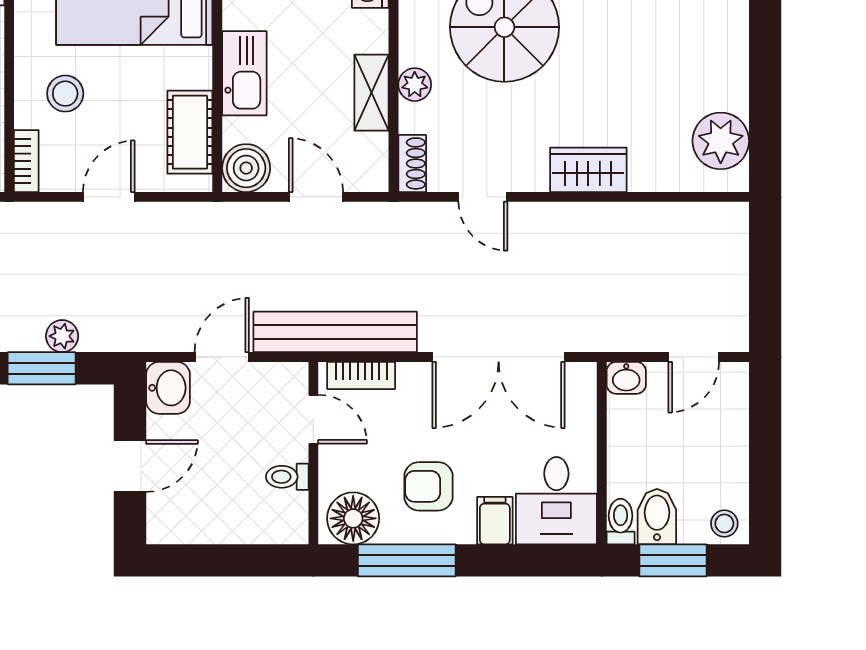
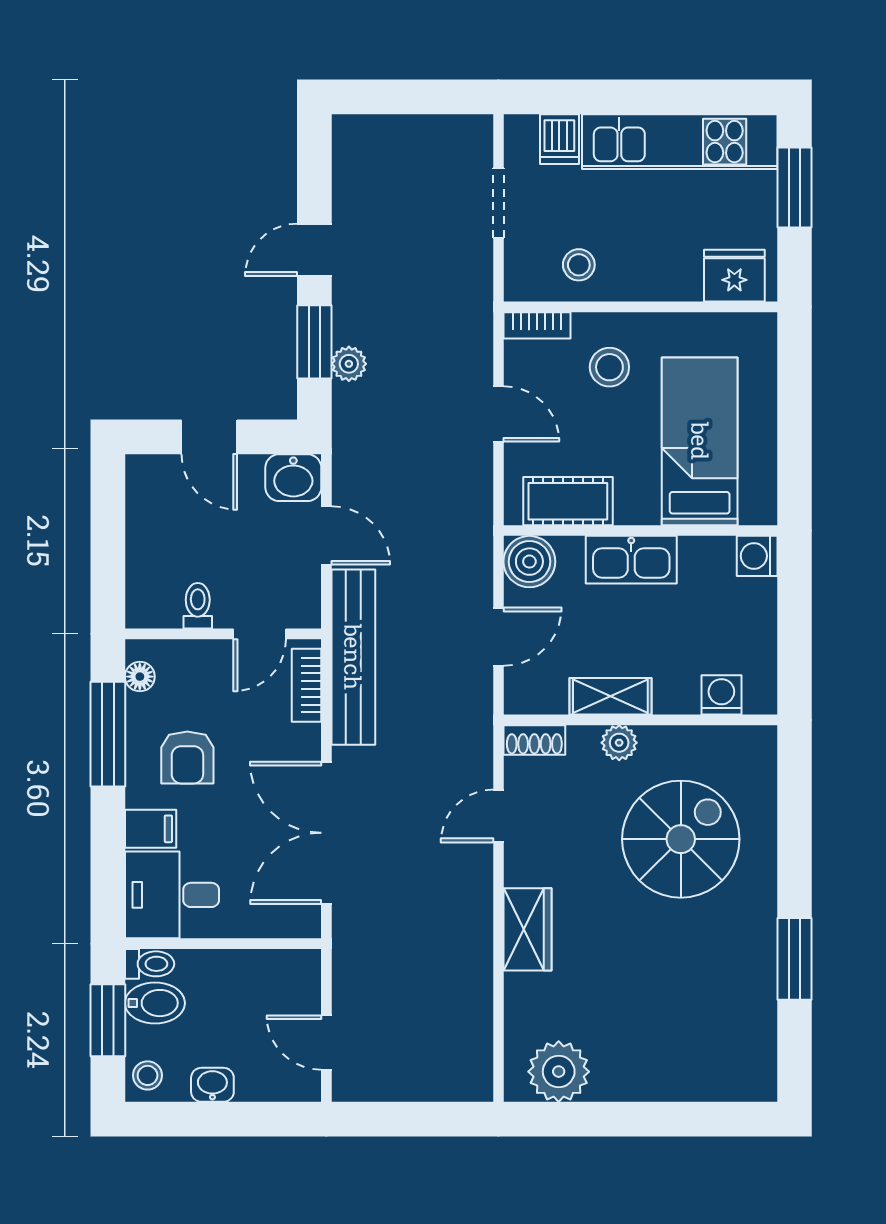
washbasin: (626, 378) -> (212, 1085), moved, turned 90
armchair: (428, 486) -> (187, 758), turned 180
floor lamp: (353, 518) -> (140, 677), width x0.53, depth x0.53

